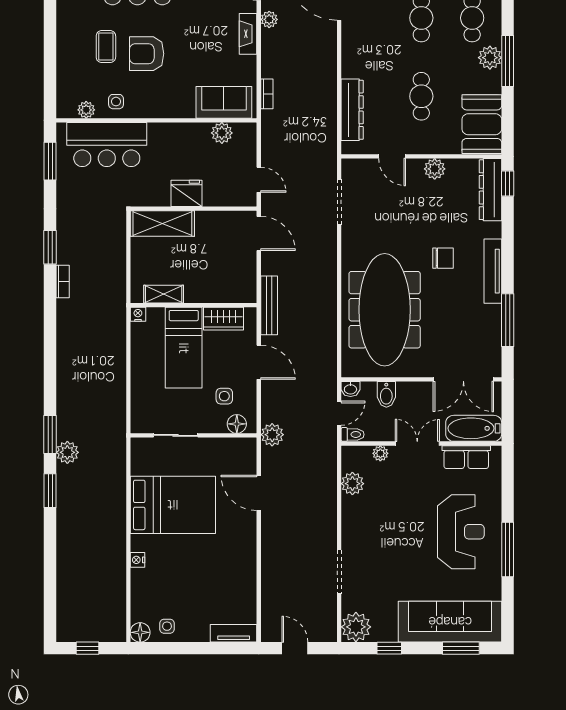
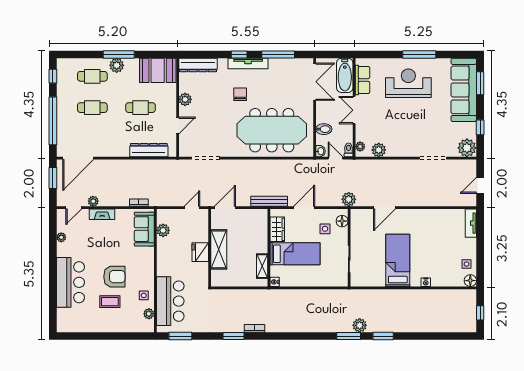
armchair: (147, 54) -> (114, 277), turned -90
window: (508, 184) -> (239, 54), moved
shelving: (162, 224) -> (219, 249), moved
plant: (380, 453) -> (360, 147), moved
bed: (173, 505) -> (398, 260), width x0.67

